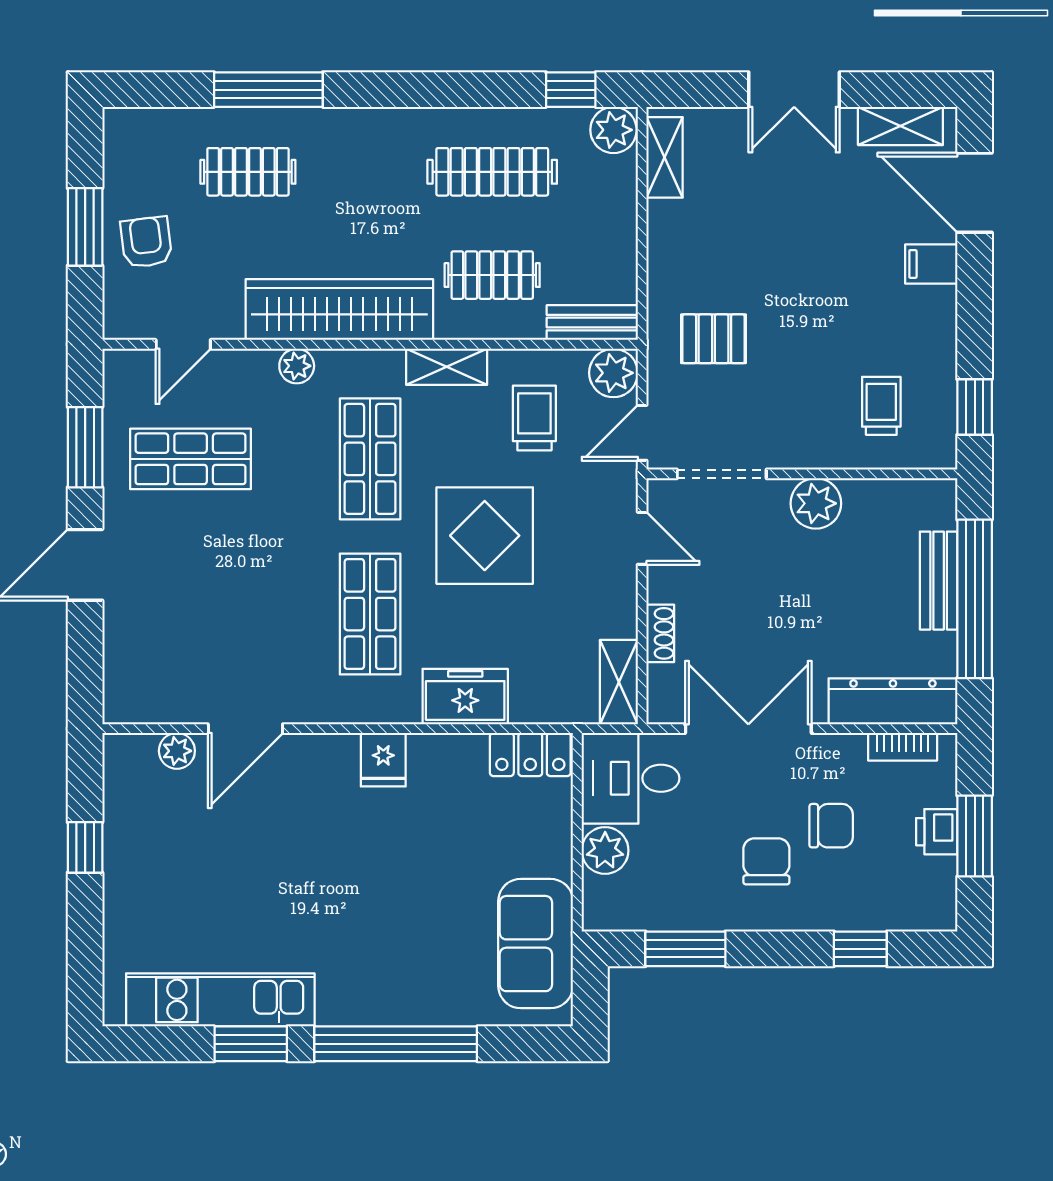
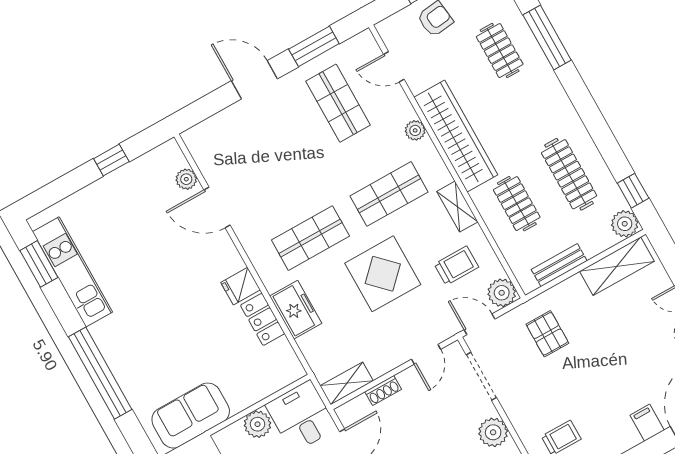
shelving: (665, 157) -> (617, 266), width x1.50, depth x1.33
bench: (592, 323) -> (559, 265), moved, turned 90
locker: (530, 754) -> (263, 319), moved
window: (251, 1044) -> (39, 264), moved

